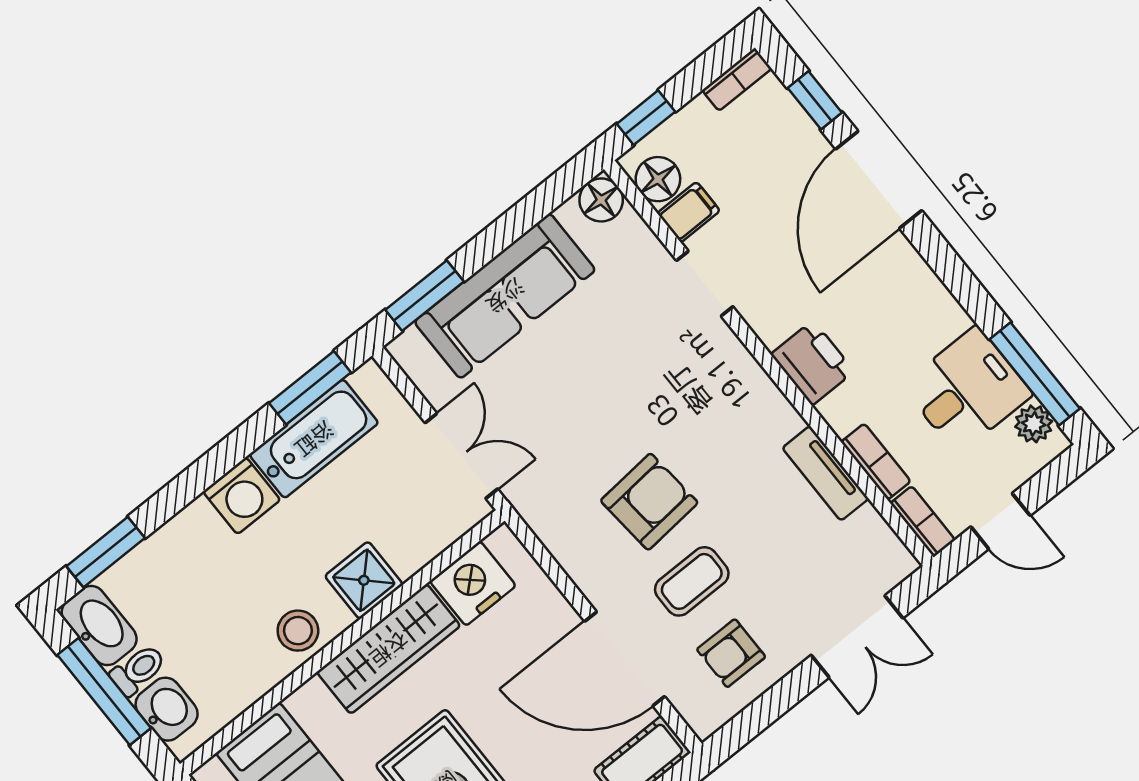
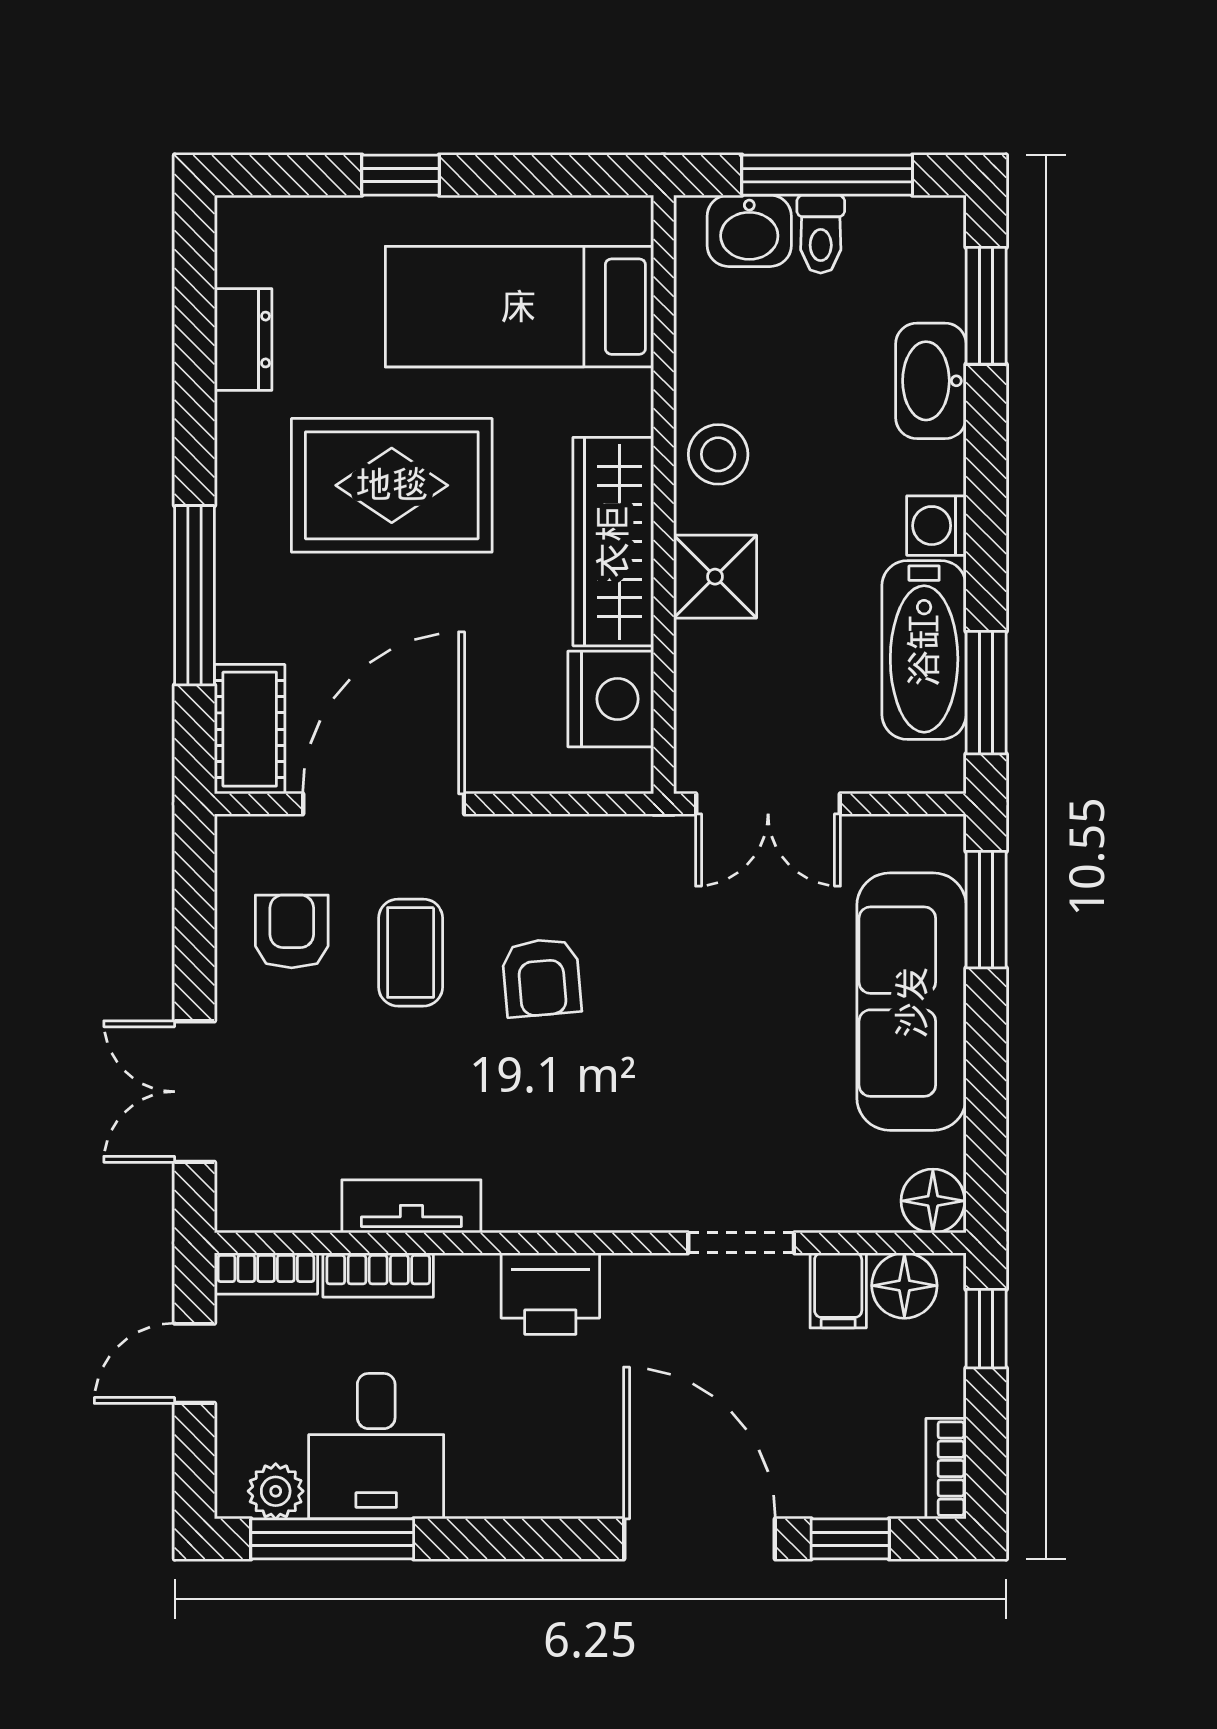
washing machine: (242, 496) -> (936, 526), width x0.73, depth x0.73
armchair: (649, 502) -> (542, 977), width x0.72, depth x0.72
washbasin: (99, 626) -> (931, 381), moved, turned 90

